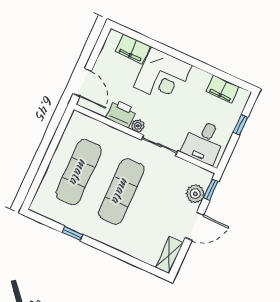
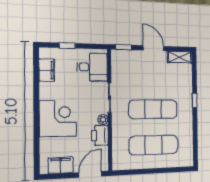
filing cabinet: (133, 49) -> (61, 165), moved, turned -90
plant: (195, 194) -> (131, 57), removed
window: (72, 233) -> (195, 100), moved

